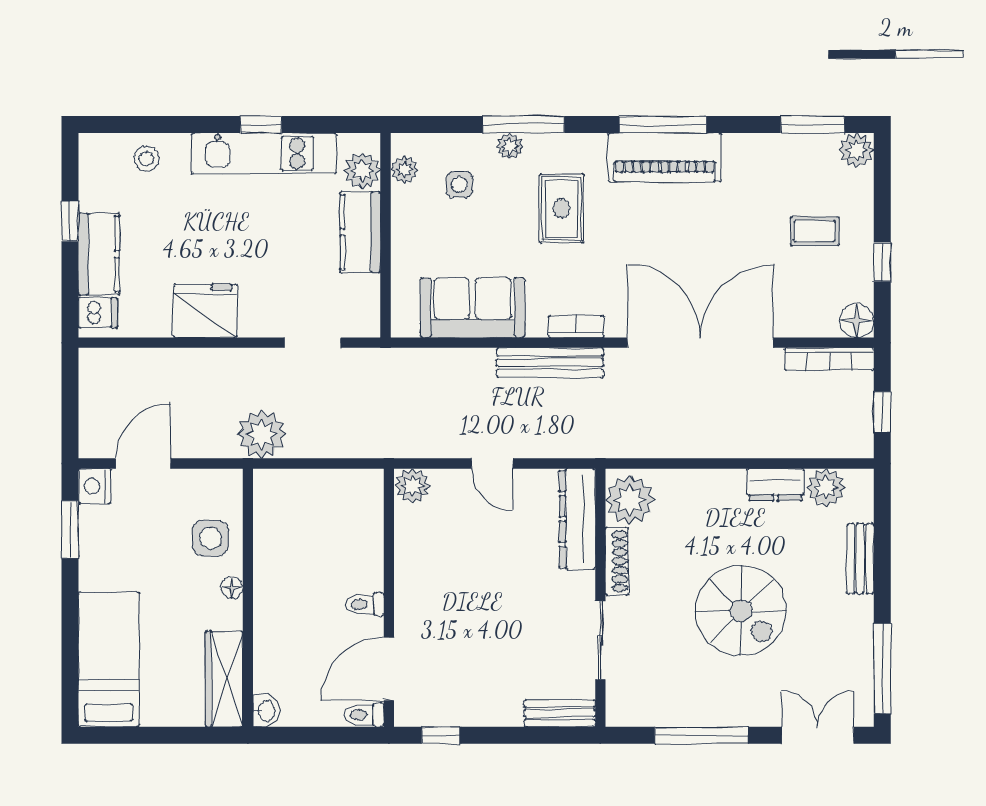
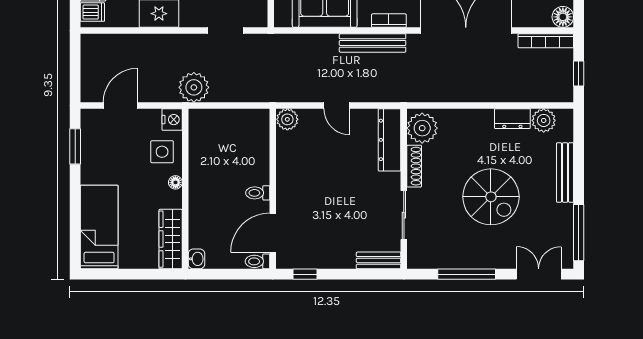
nightstand: (95, 486) -> (172, 120), moved, turned 180
bench: (860, 559) -> (565, 172), width x1.36

